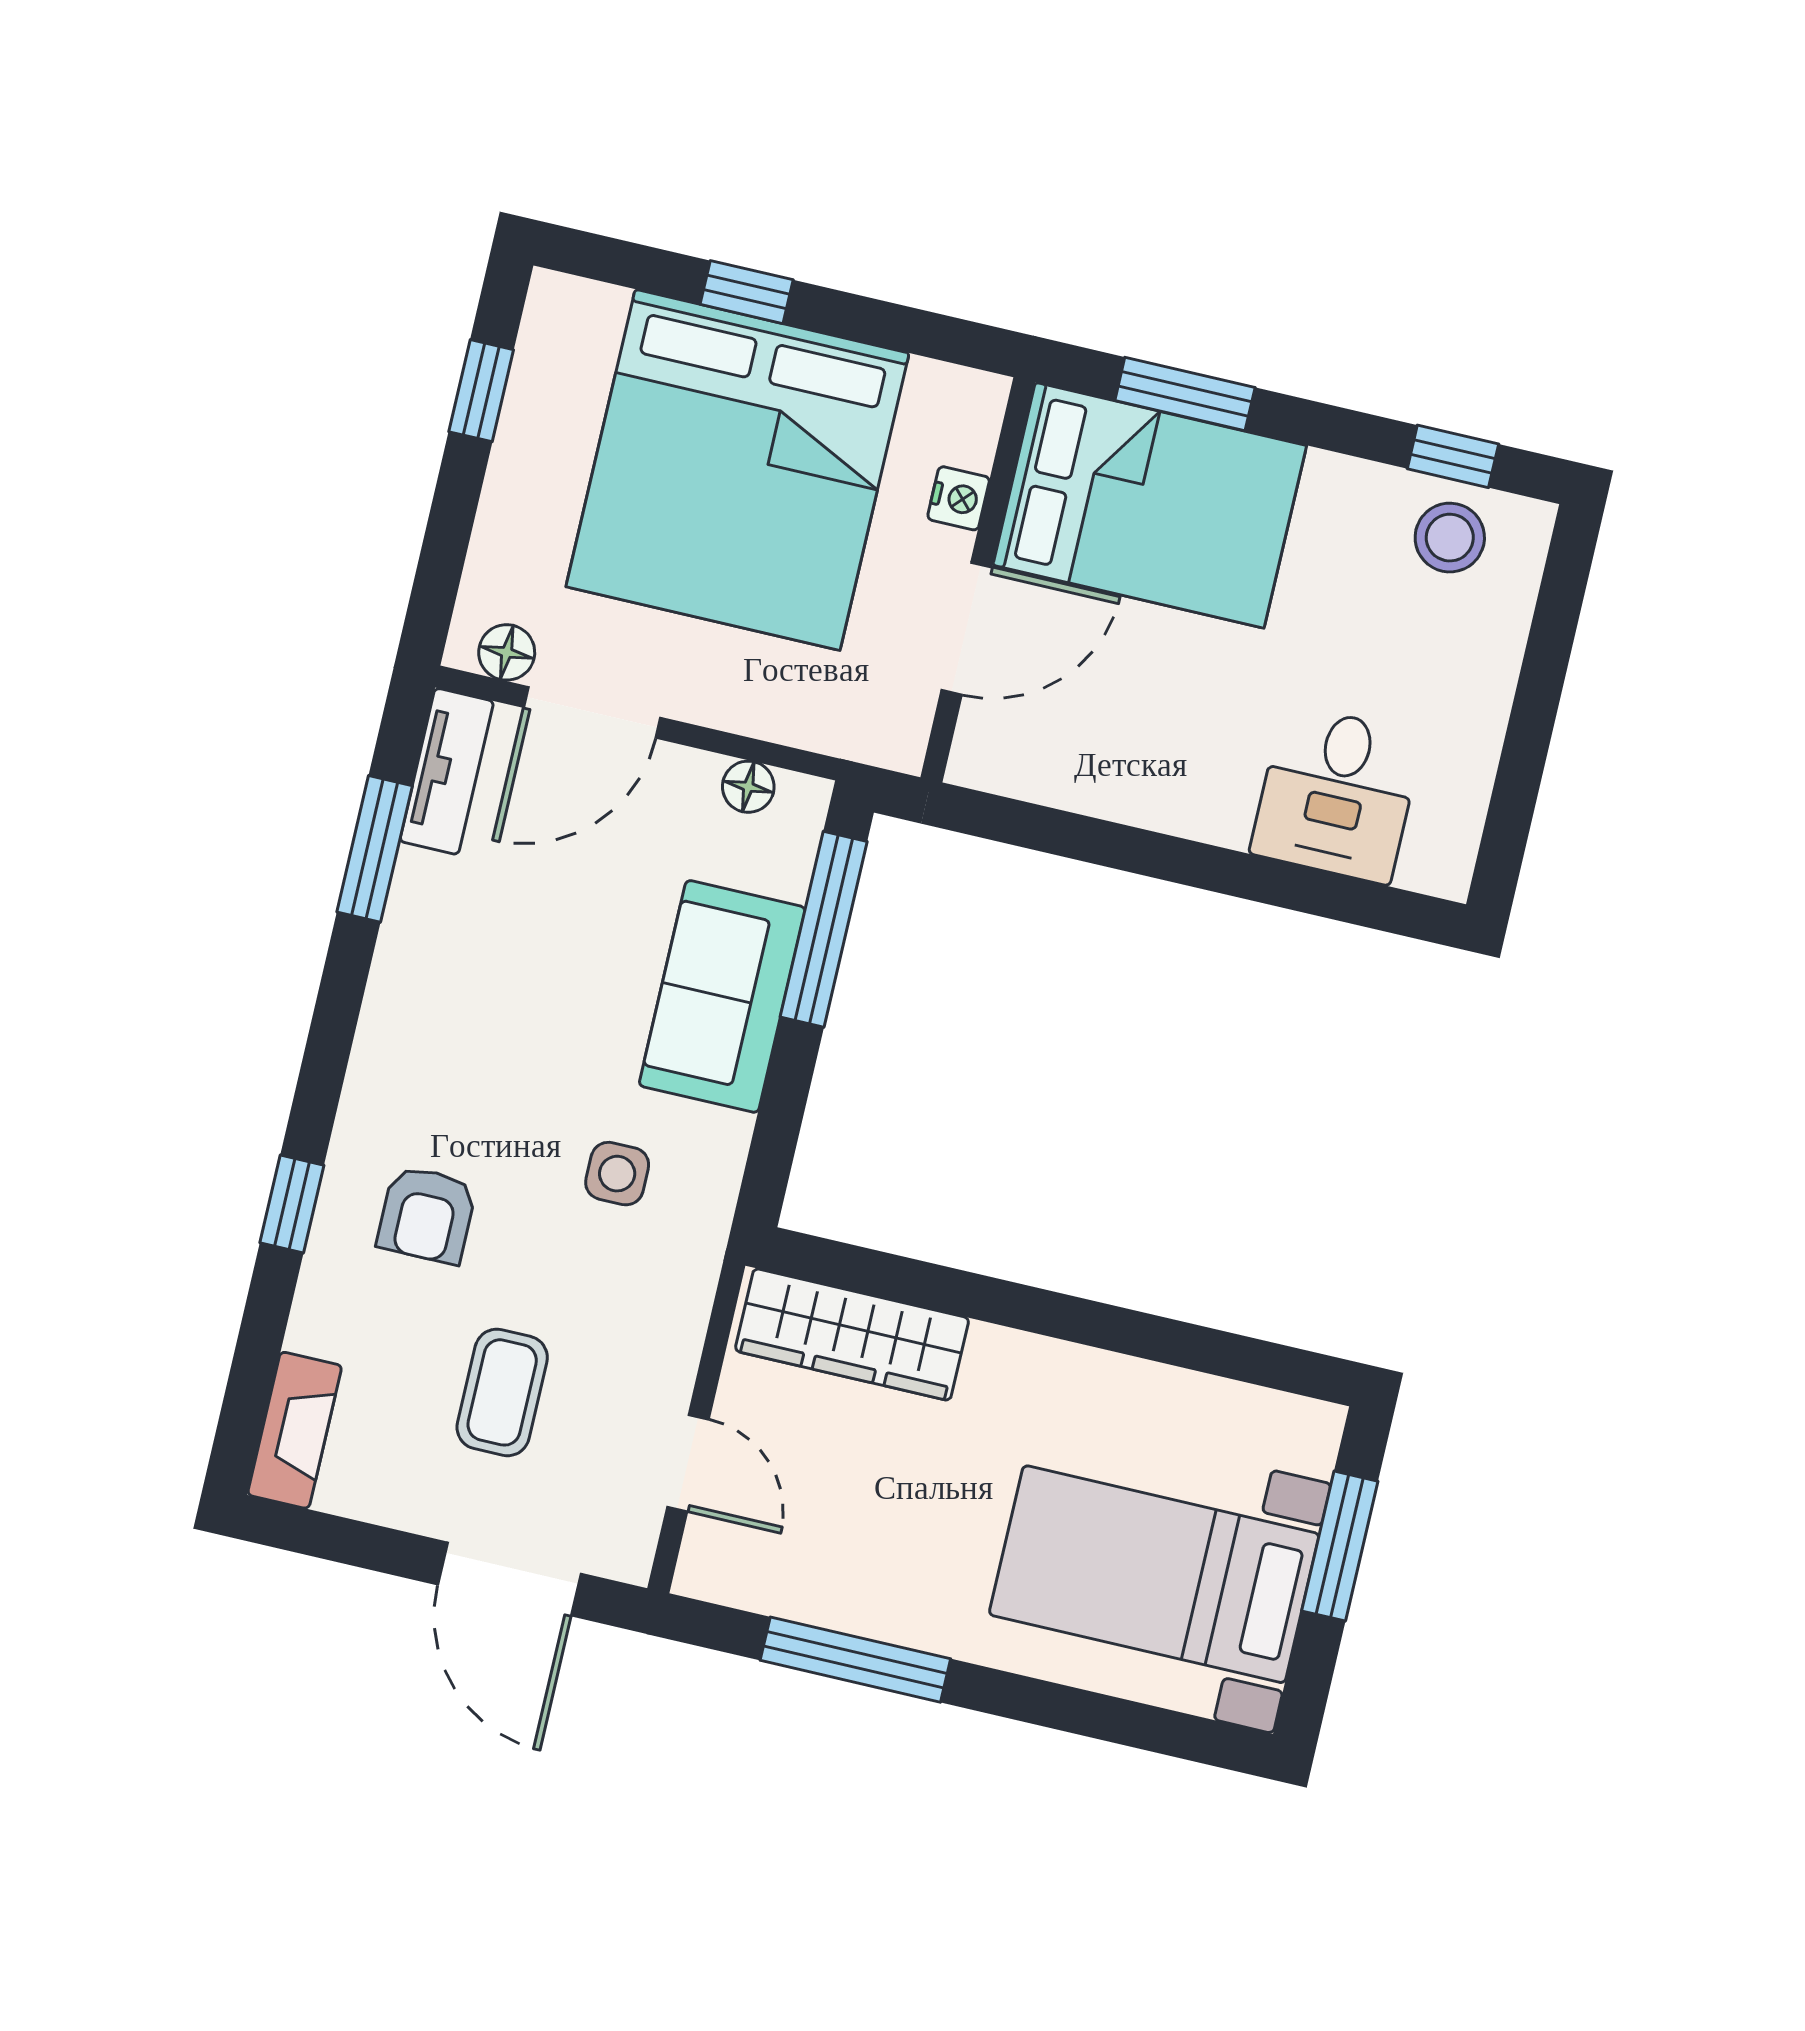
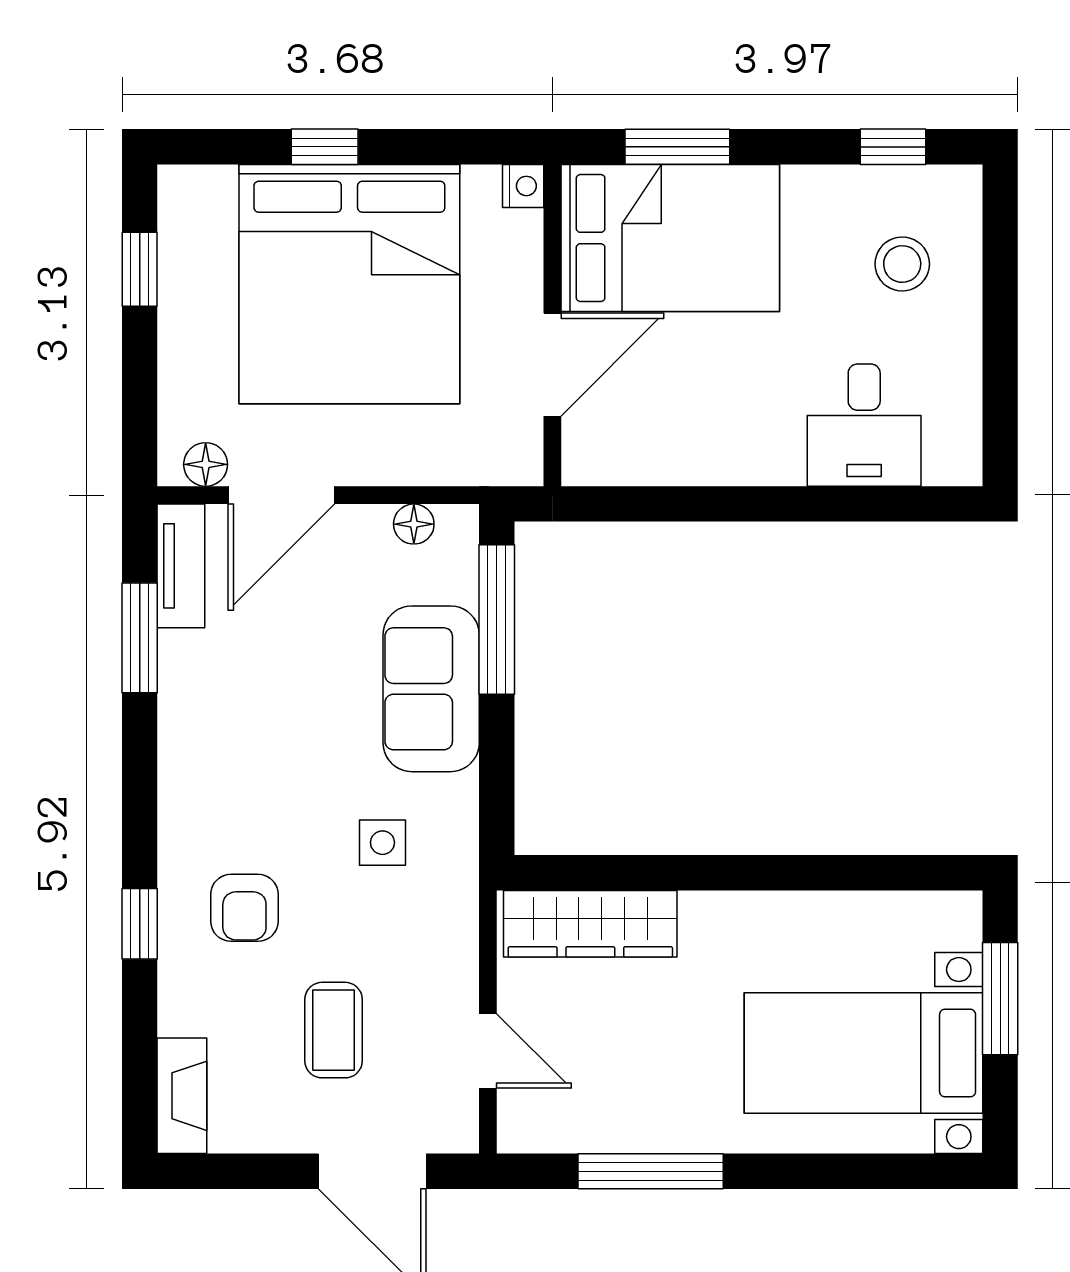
nightstand: (959, 498) -> (523, 186), moved
stool: (1450, 538) -> (902, 264), moved

